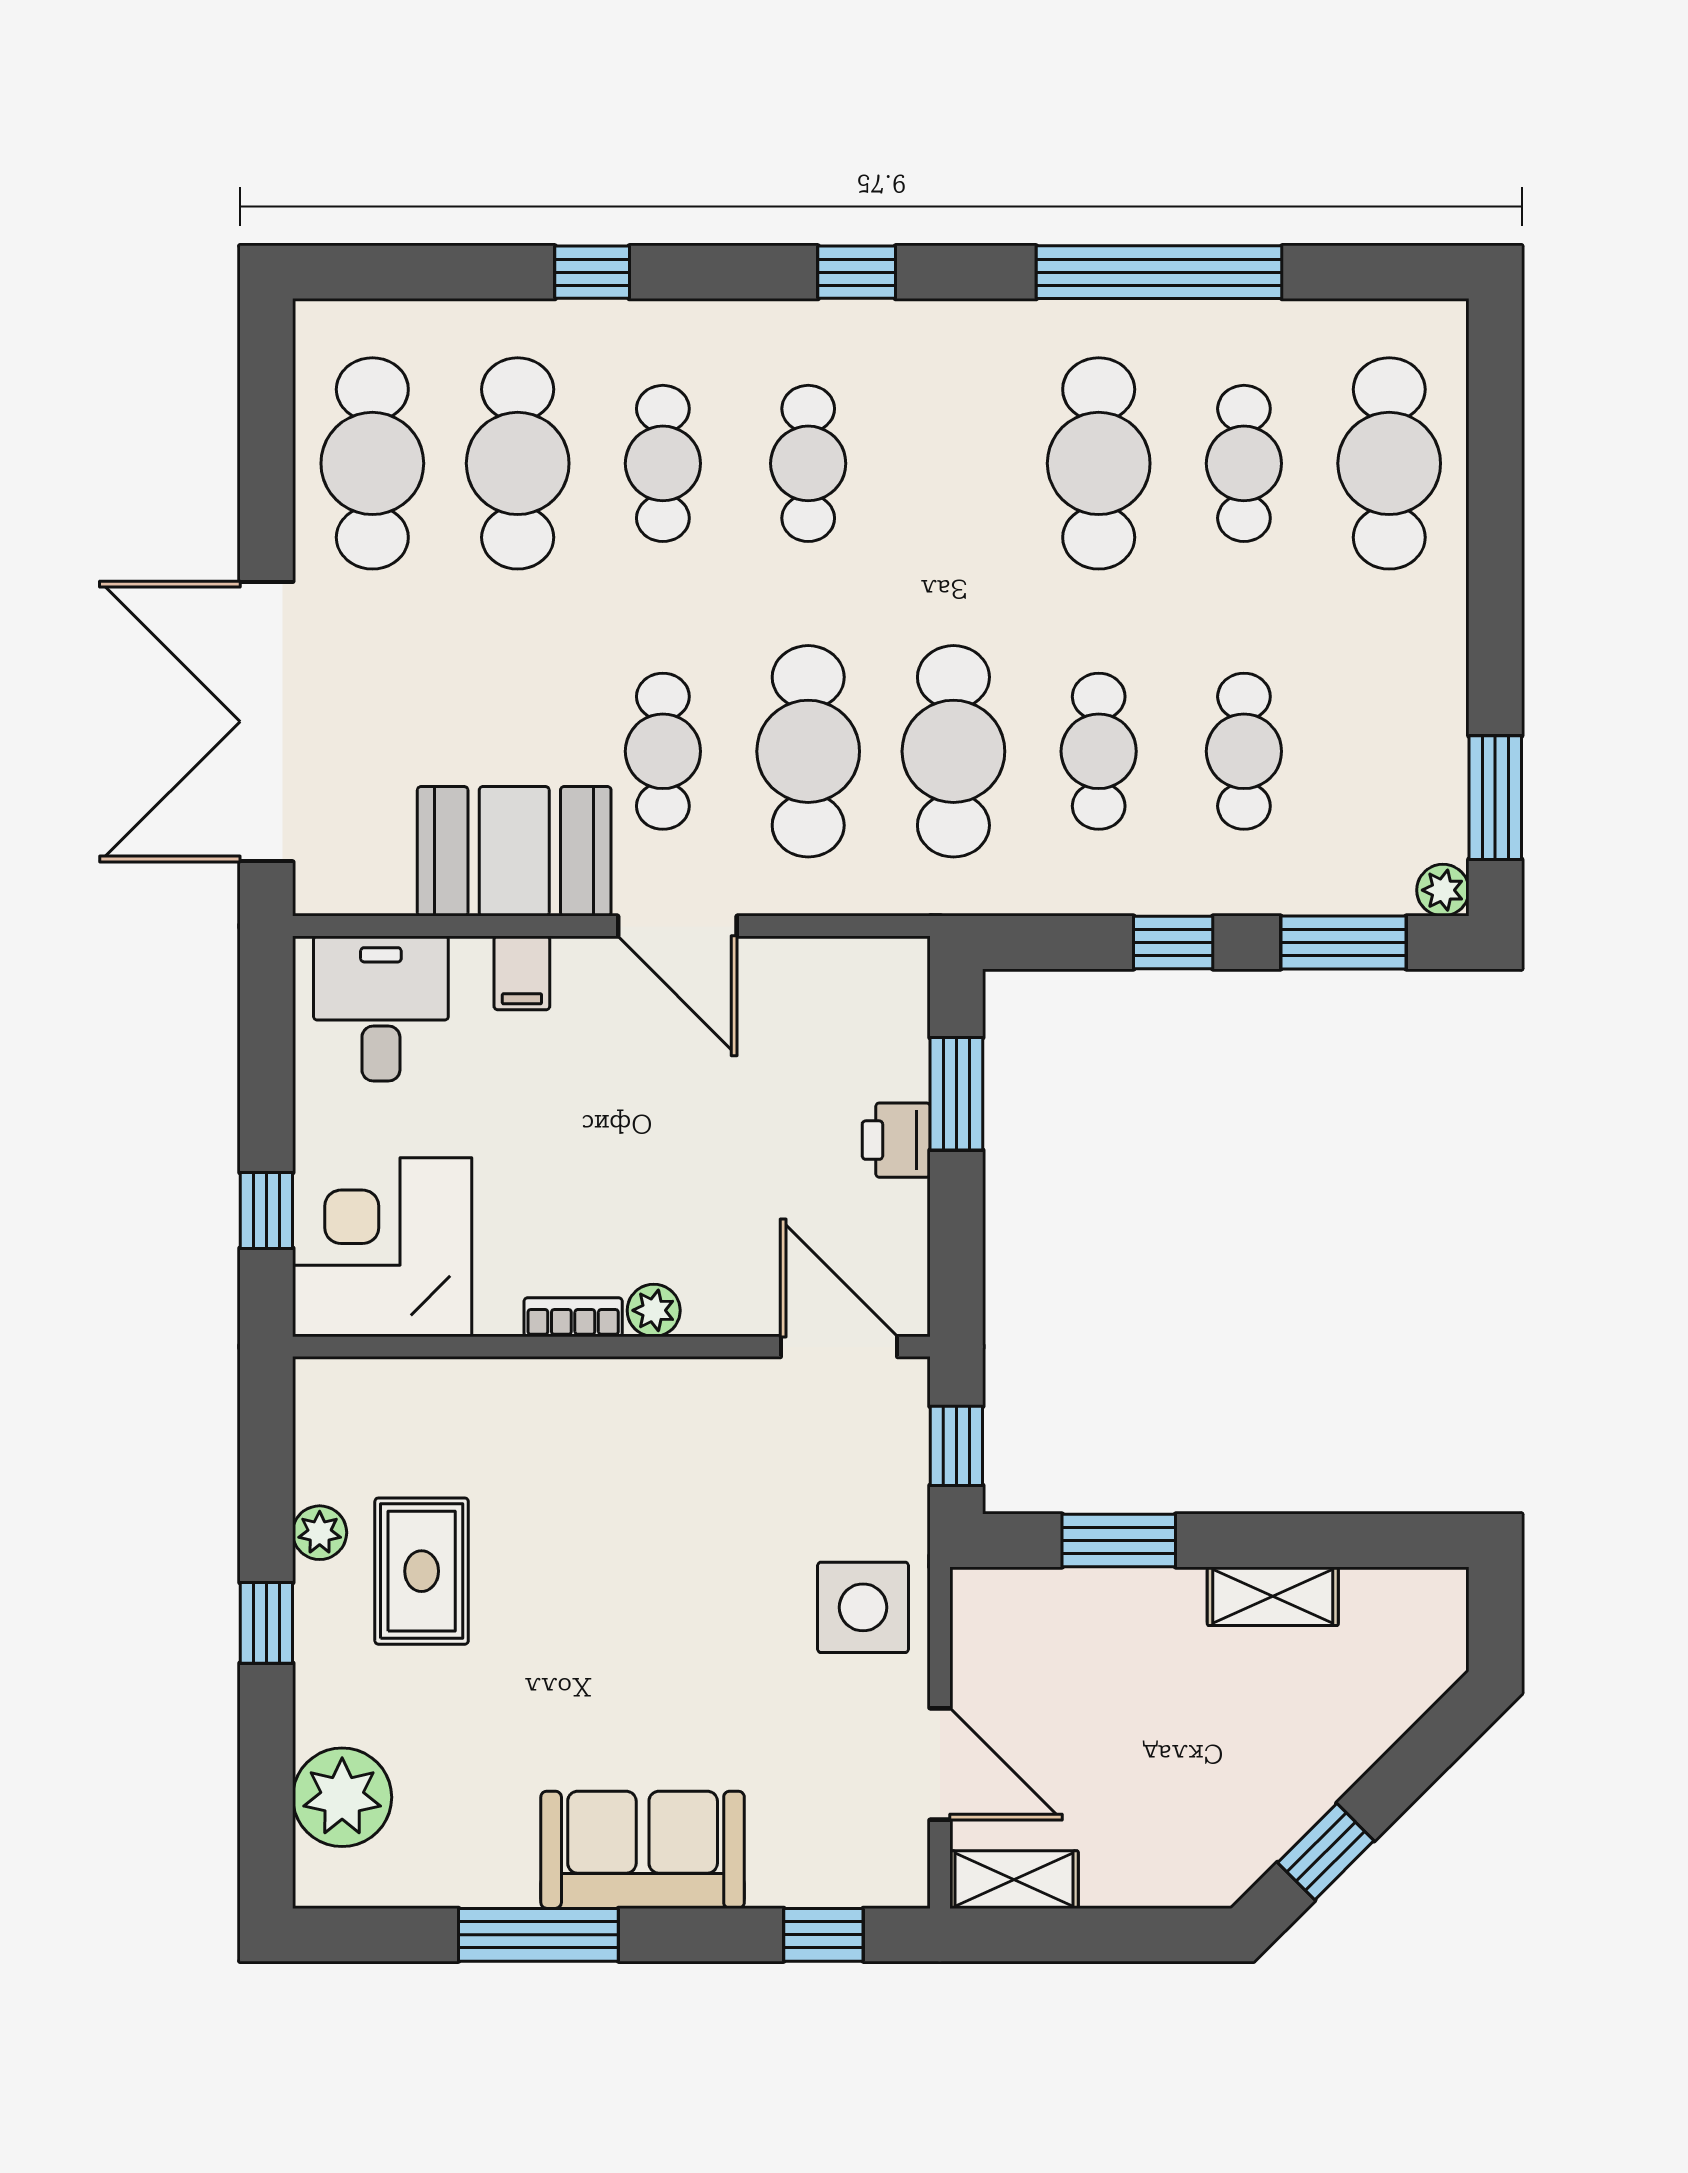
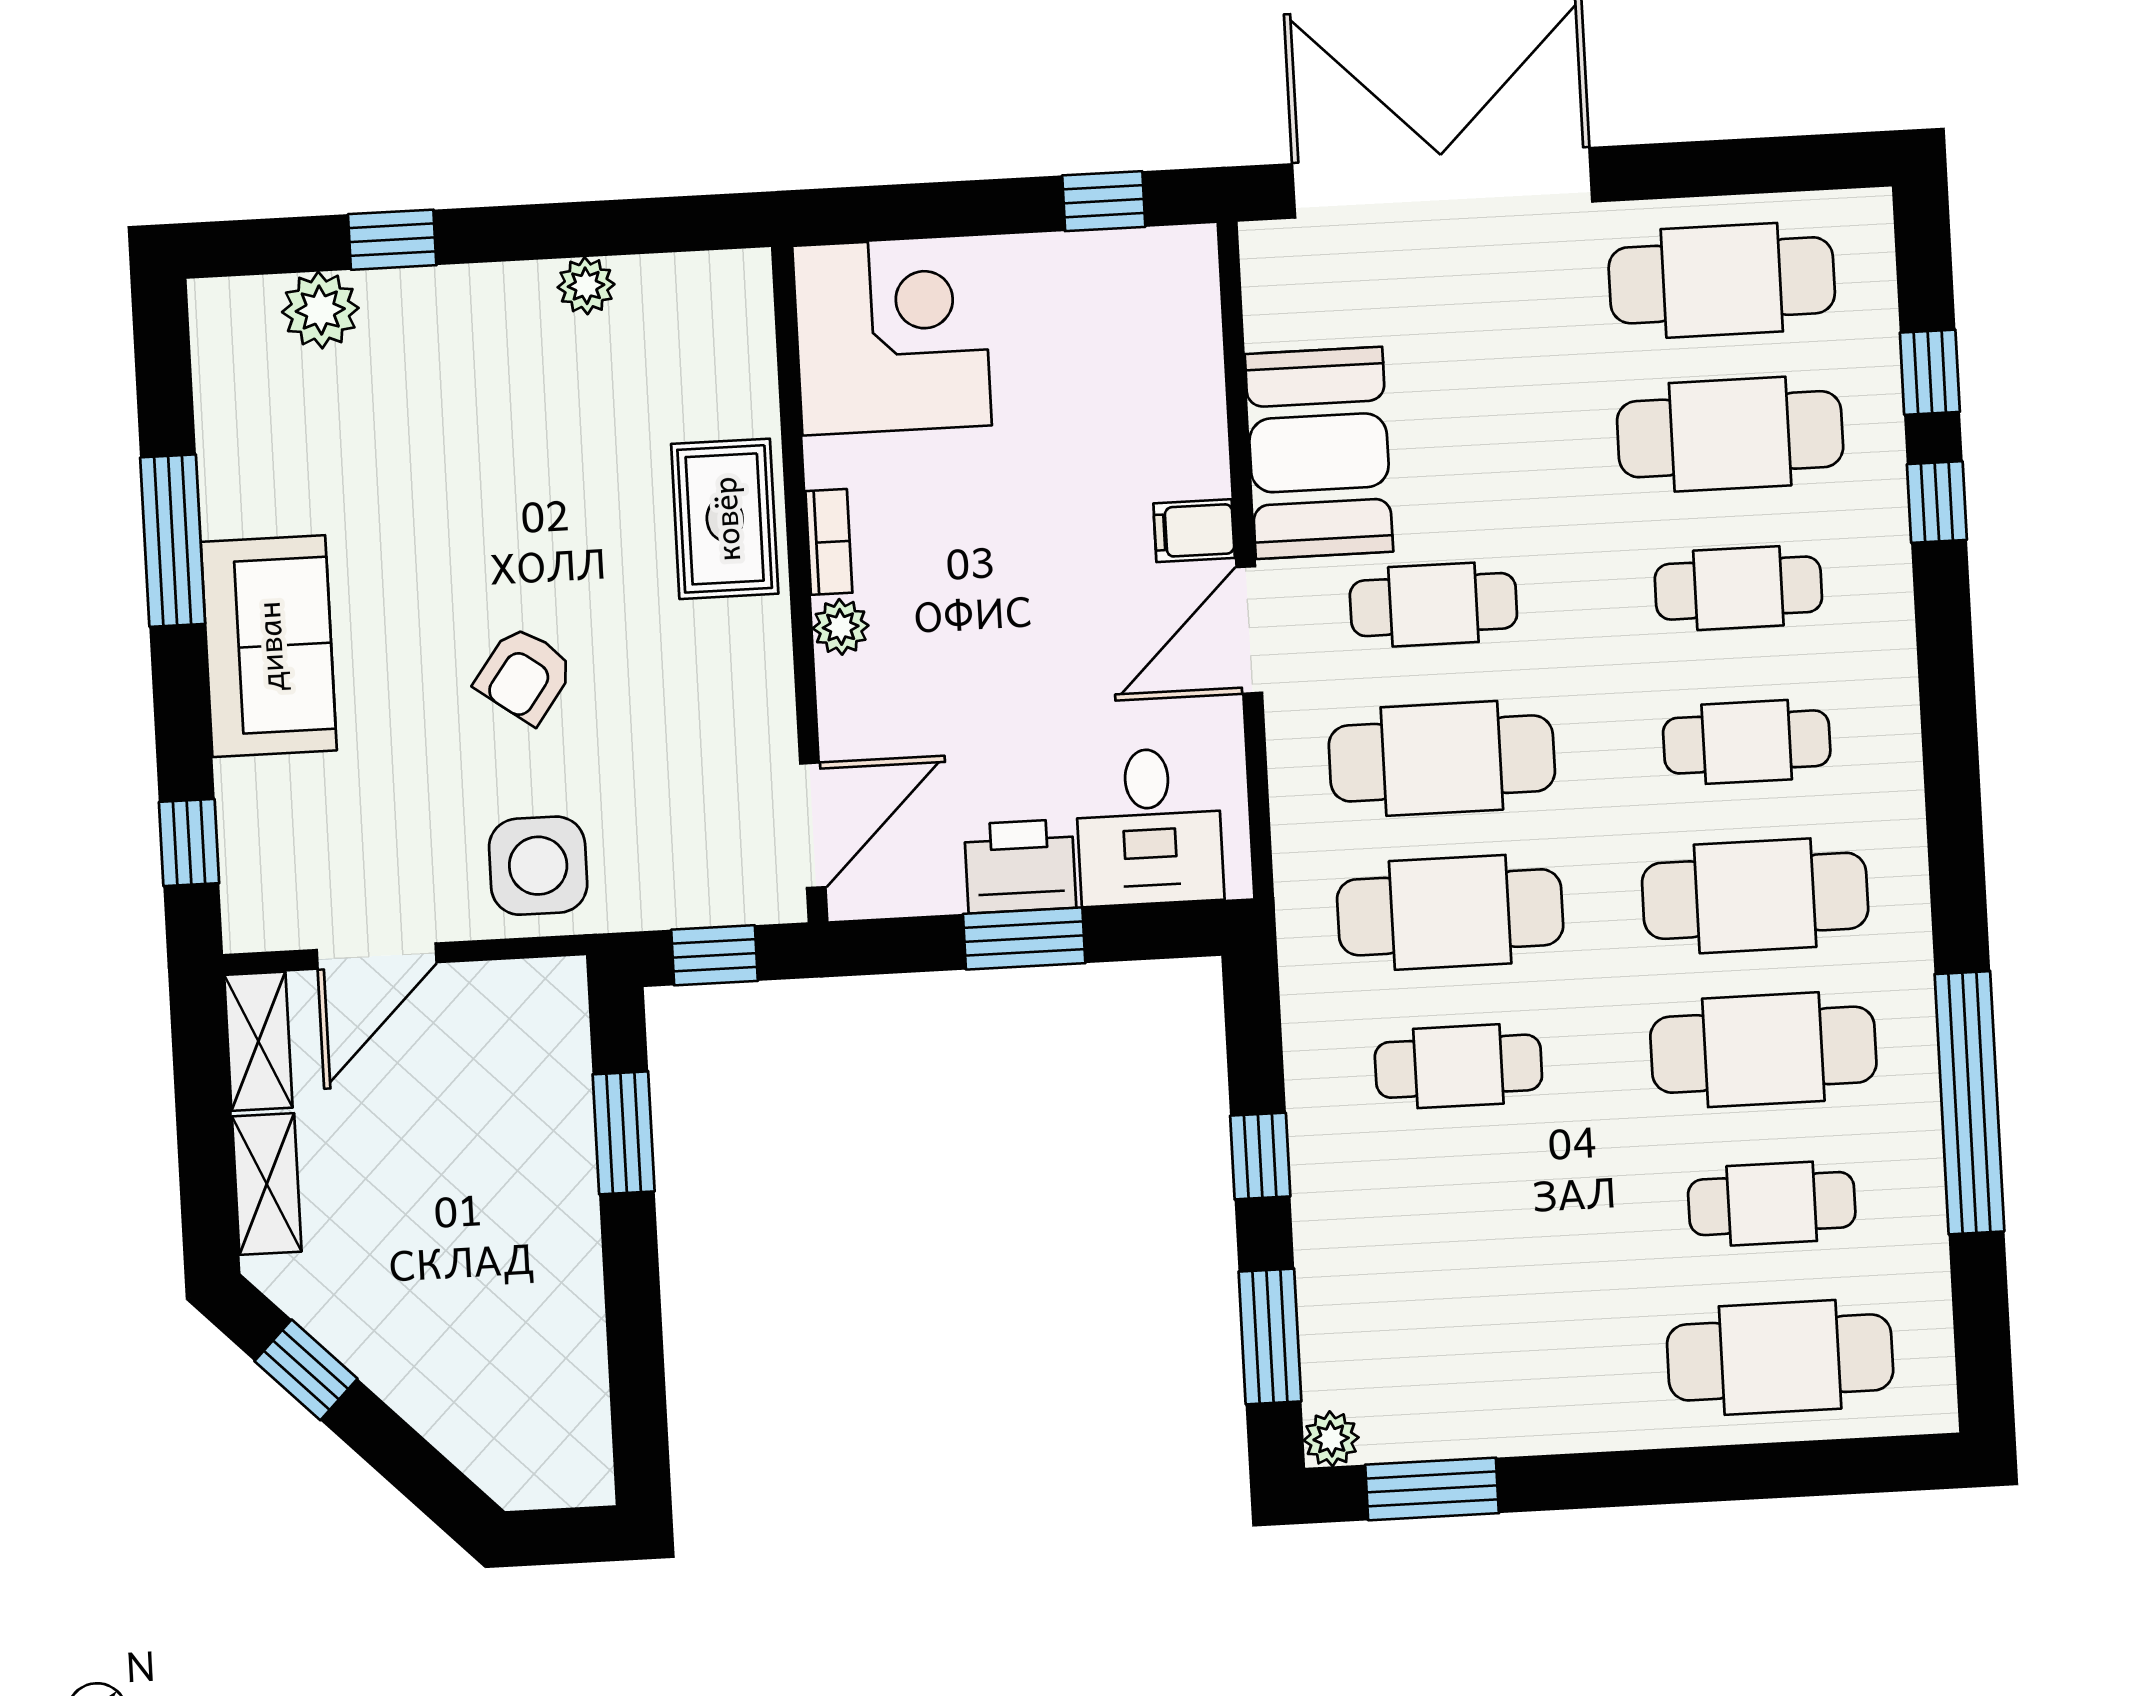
window: (857, 272) -> (1930, 372), moved
cafe table: (1244, 751) -> (1755, 896), moved, width x1.37, depth x1.35
filing cabinet: (522, 973) -> (1194, 531), moved
desk: (381, 1009) -> (1149, 827), moved, turned 90
window: (956, 1094) -> (1024, 939), moved
printer: (896, 1140) -> (1020, 866), width x1.36, depth x1.24
window: (266, 1210) -> (1104, 201), moved
rug: (422, 1571) -> (725, 519), moved, turned 90
shelving: (1273, 1596) -> (267, 1184), moved
armchair: (683, 1610) -> (525, 675), added
window: (266, 1623) -> (392, 240), moved
plant: (342, 1797) -> (320, 310), width x0.73, depth x0.73

